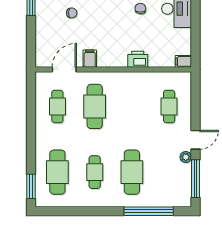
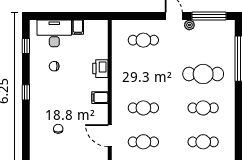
filing cabinet: (90, 59) -> (100, 98), moved
filing cabinet: (183, 61) -> (78, 27), moved
cafe table: (95, 106) -> (143, 108), width x0.73, depth x0.74
cafe table: (57, 172) -> (203, 142), width x0.73, depth x0.74

